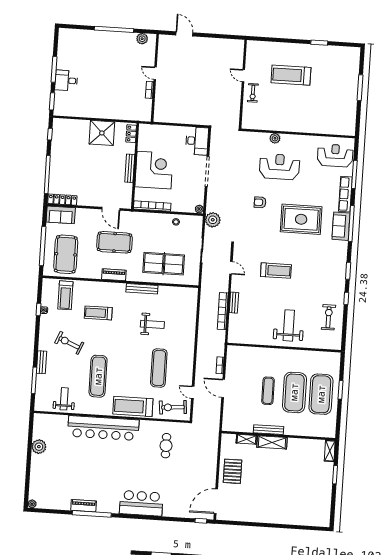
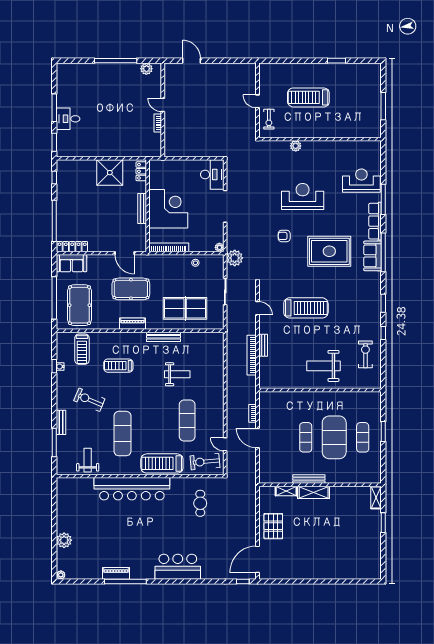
wall: (298, 133) -> (320, 139), moved
plant: (275, 138) -> (296, 146), moved
treadmill: (276, 271) -> (306, 308), width x1.37, depth x1.38
weight bench: (289, 325) -> (323, 366), turned -90
exercise mat: (321, 394) -> (363, 437), width x0.50, depth x0.69
plant: (39, 447) -> (64, 540), moved

